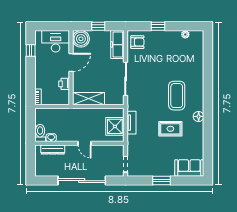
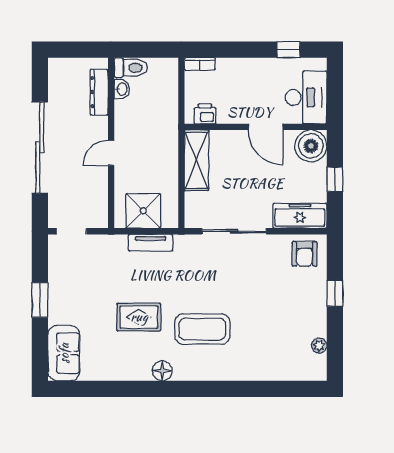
printer: (64, 84) -> (205, 114), moved
rug: (170, 129) -> (139, 317), turned 90

